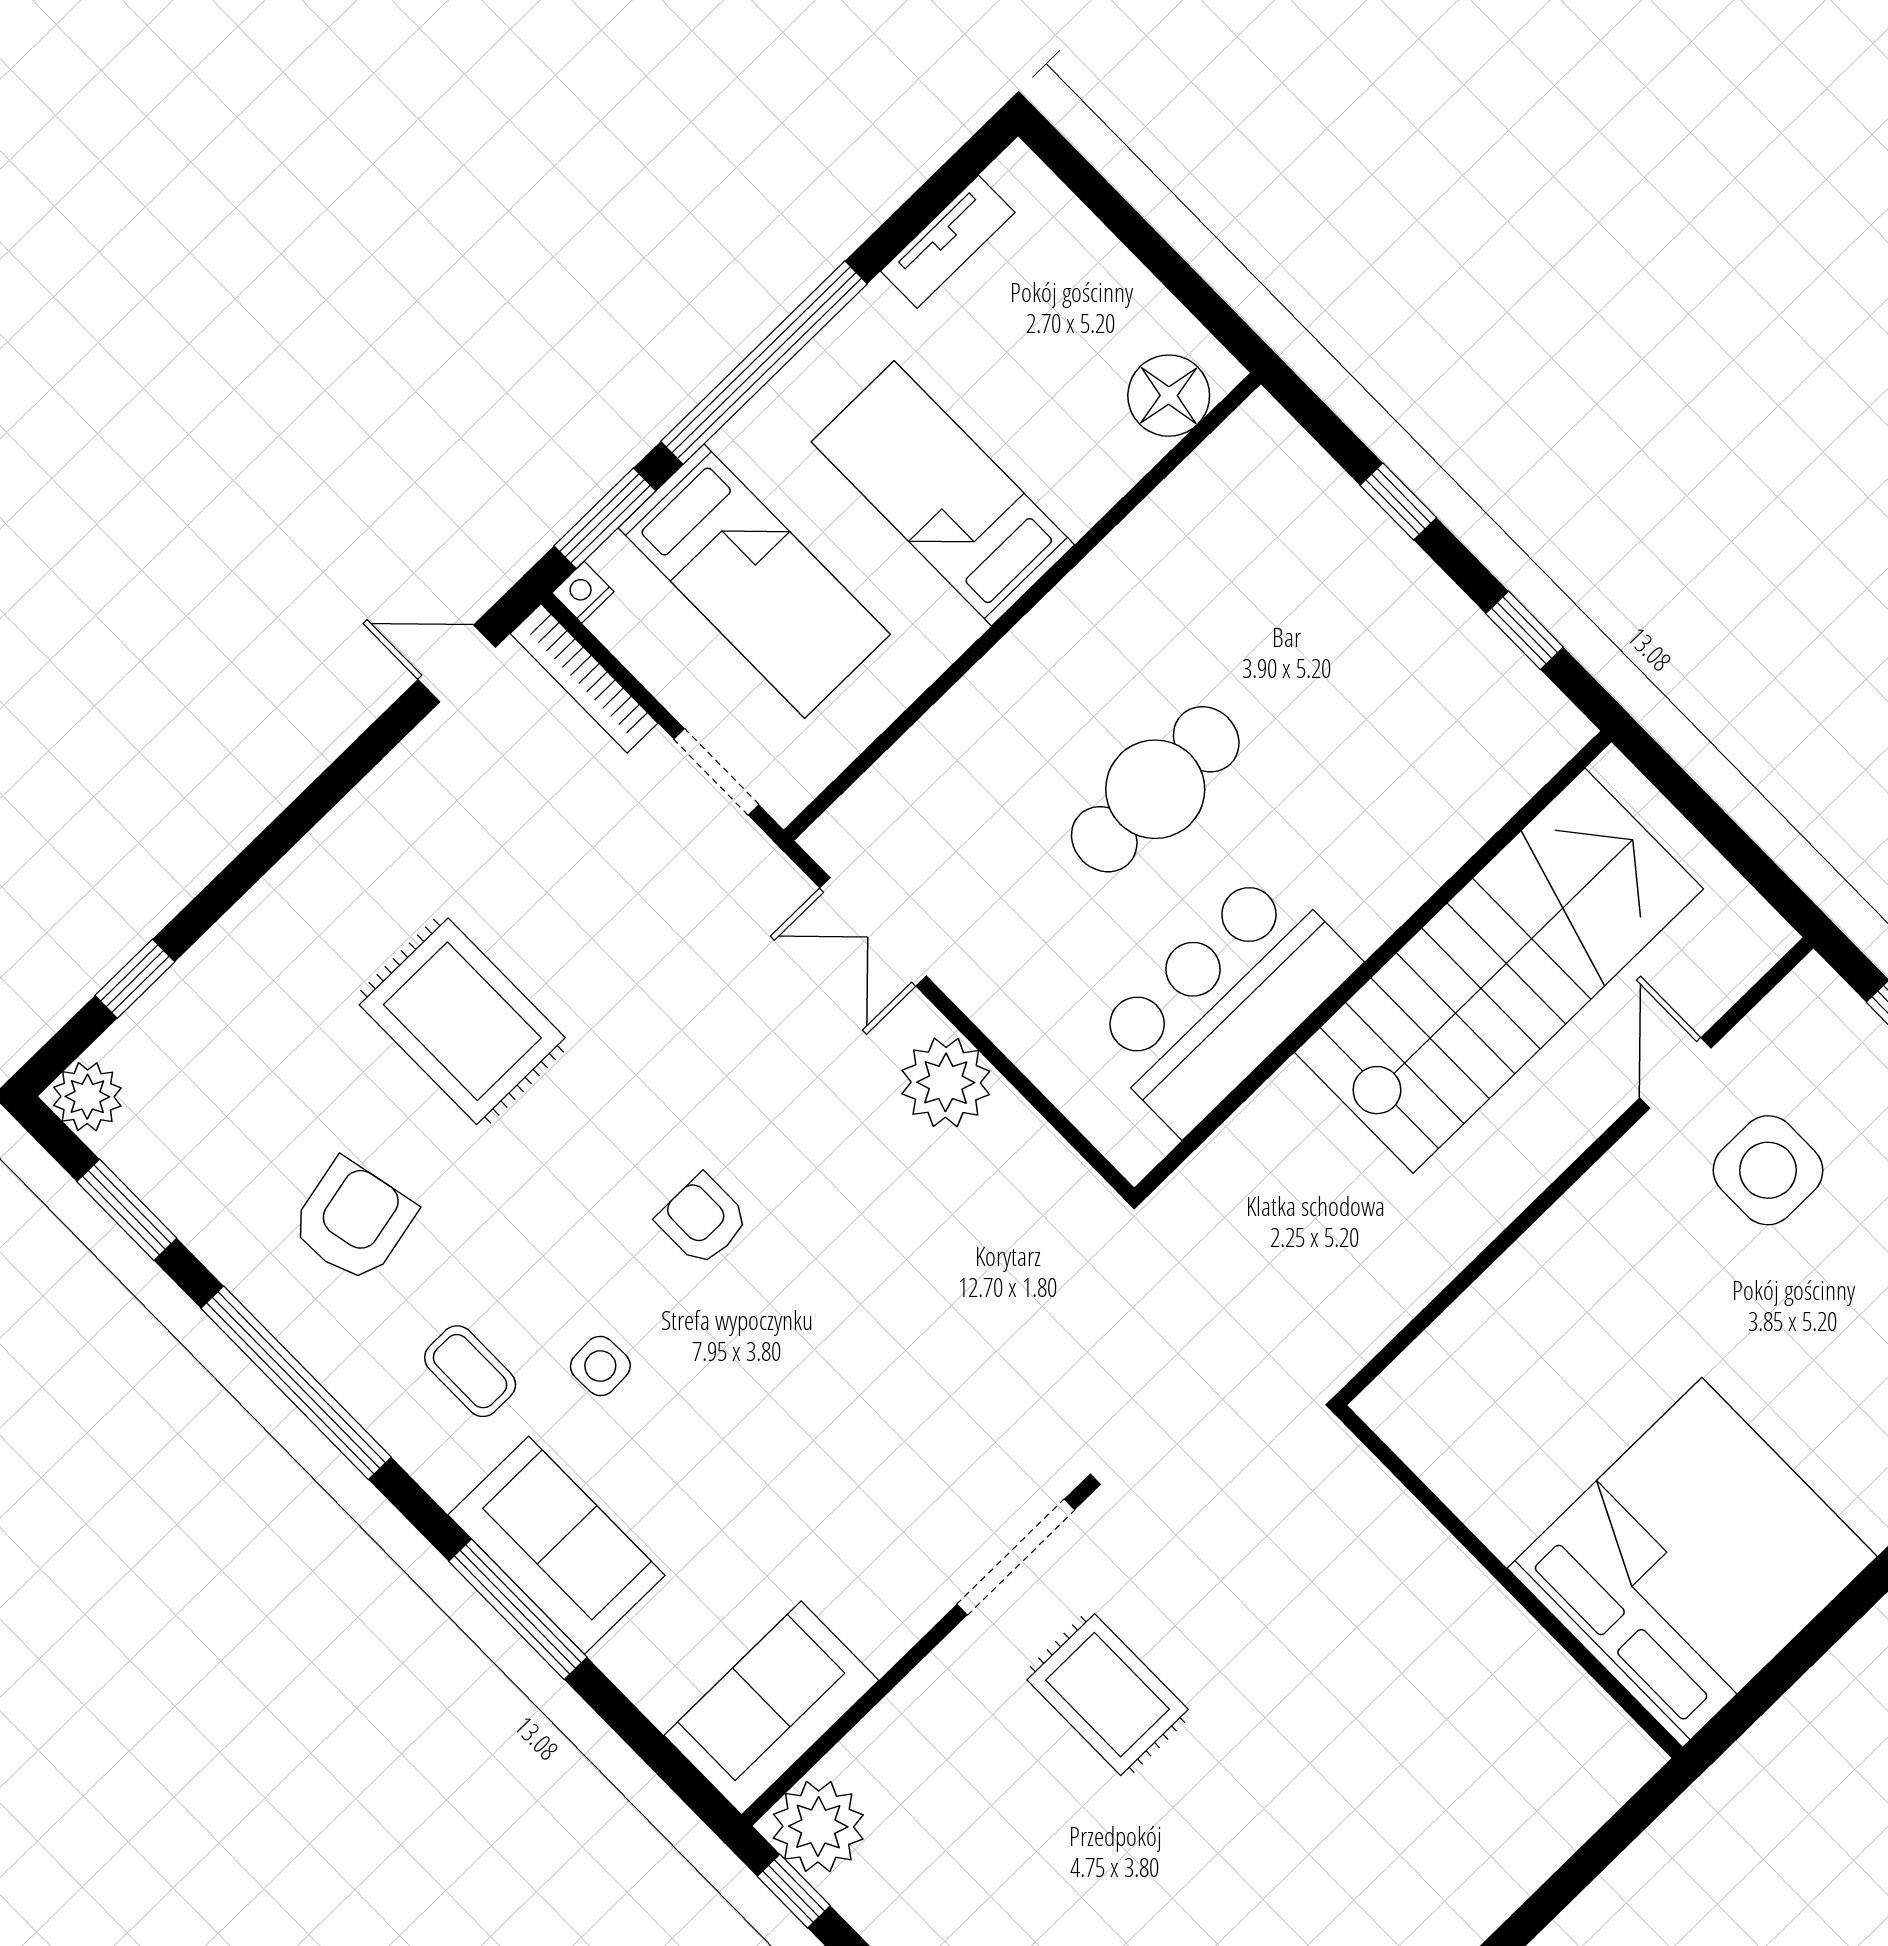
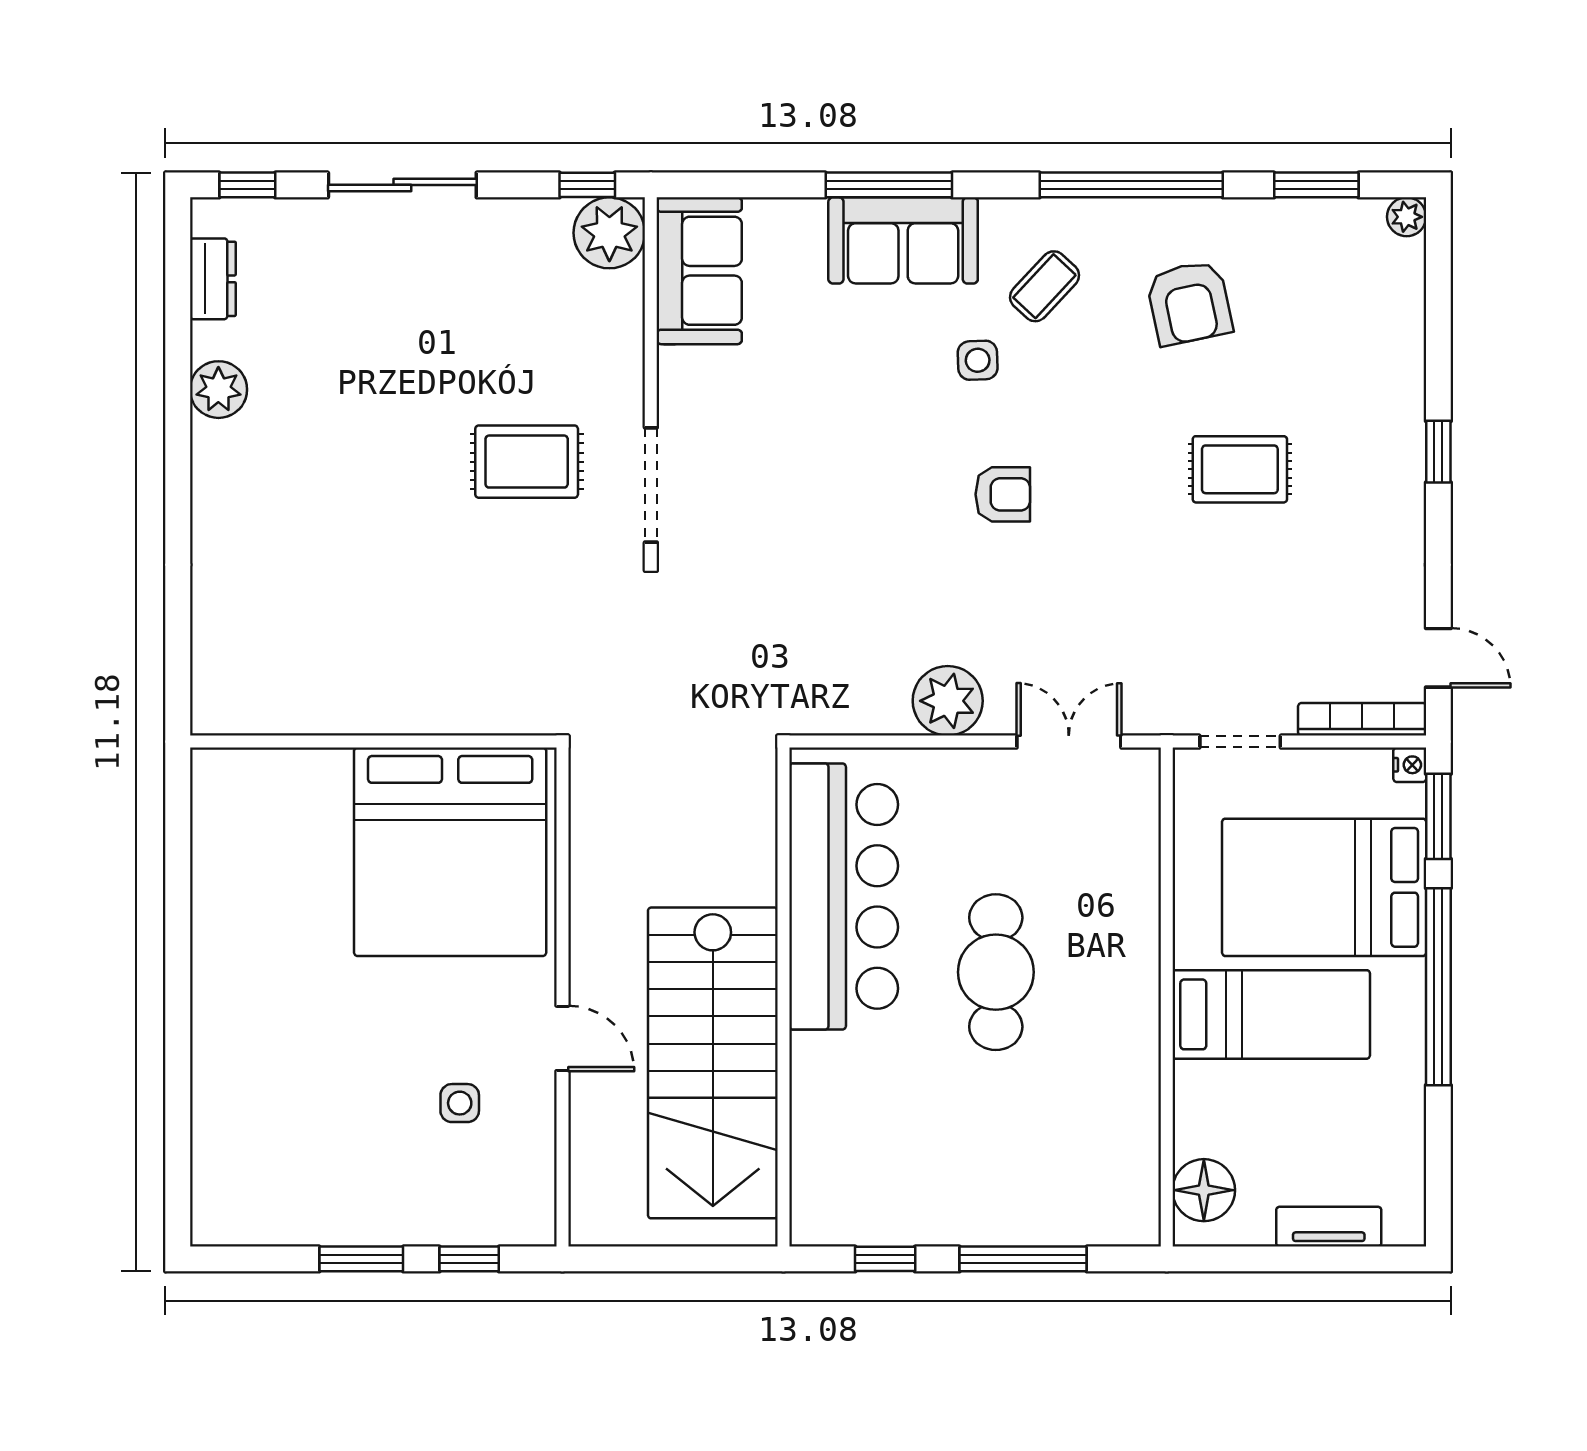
tv unit: (948, 242) -> (1329, 1227), moved, turned 90
window: (1398, 501) -> (1023, 1259), width x2.17
bed: (754, 581) -> (1324, 887), width x1.50
door: (457, 663) -> (1438, 658), hinge flipped
window: (135, 979) -> (1438, 452), moved
bar counter: (1224, 1001) -> (844, 896), width x1.36
rug: (462, 1021) -> (1240, 469), width x0.73, depth x0.70
door: (1675, 1073) -> (562, 1038), moved
plant: (87, 1097) -> (1407, 217), width x0.73, depth x0.73
side table: (1768, 1170) -> (460, 1103), width x0.54, depth x0.54
coffee table: (470, 1371) -> (1045, 286), turned -47
bed: (1692, 1562) -> (450, 852), moved

